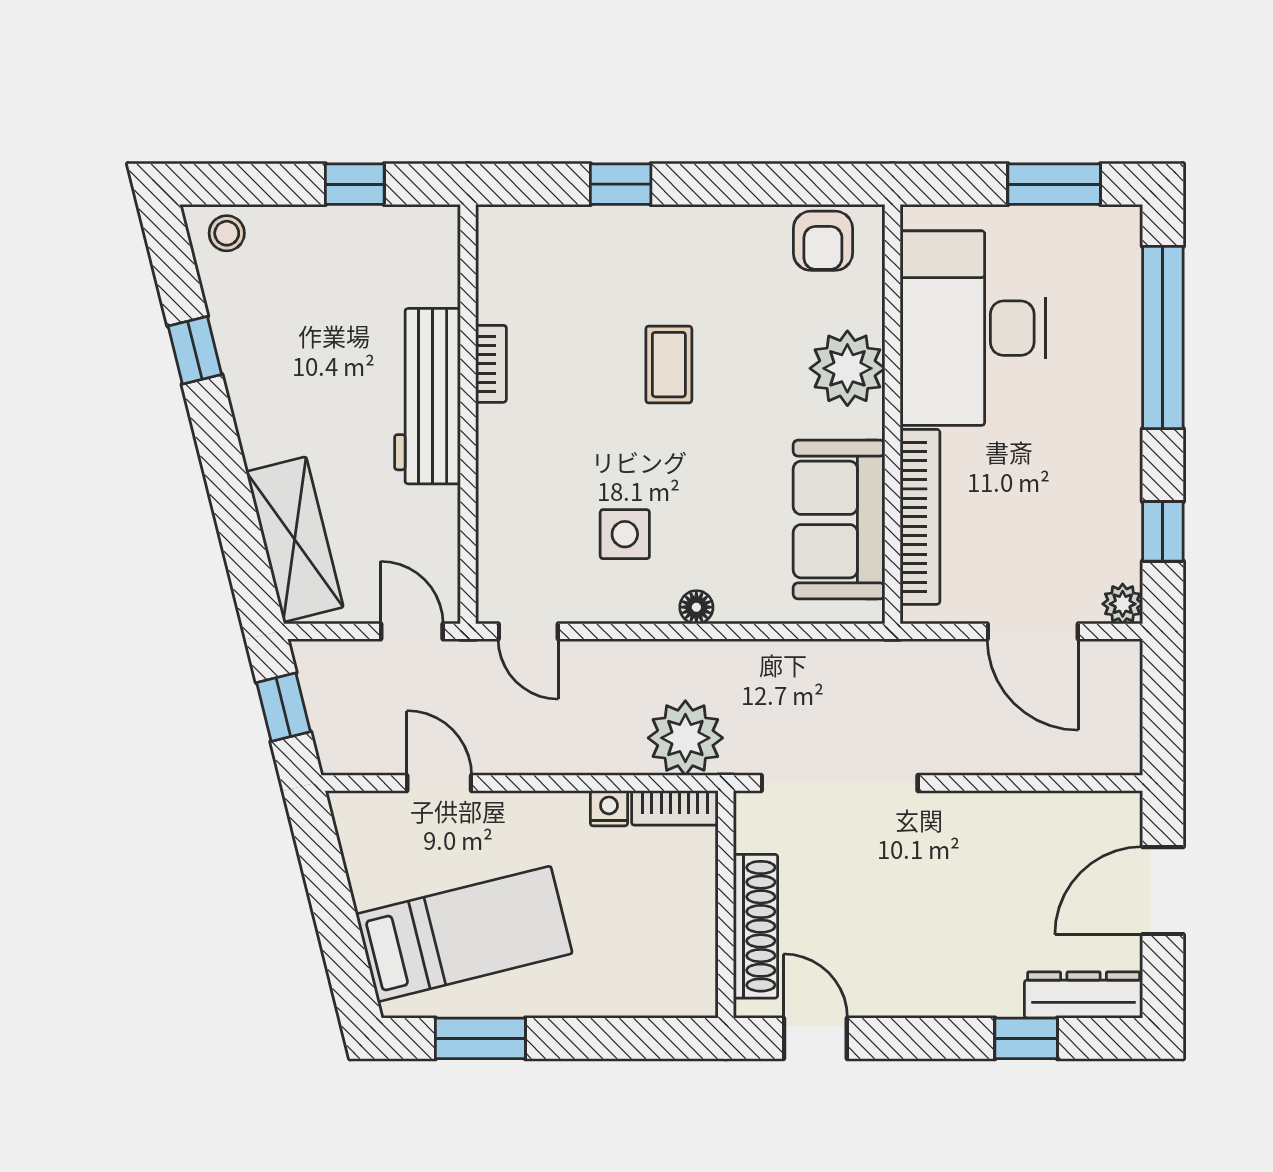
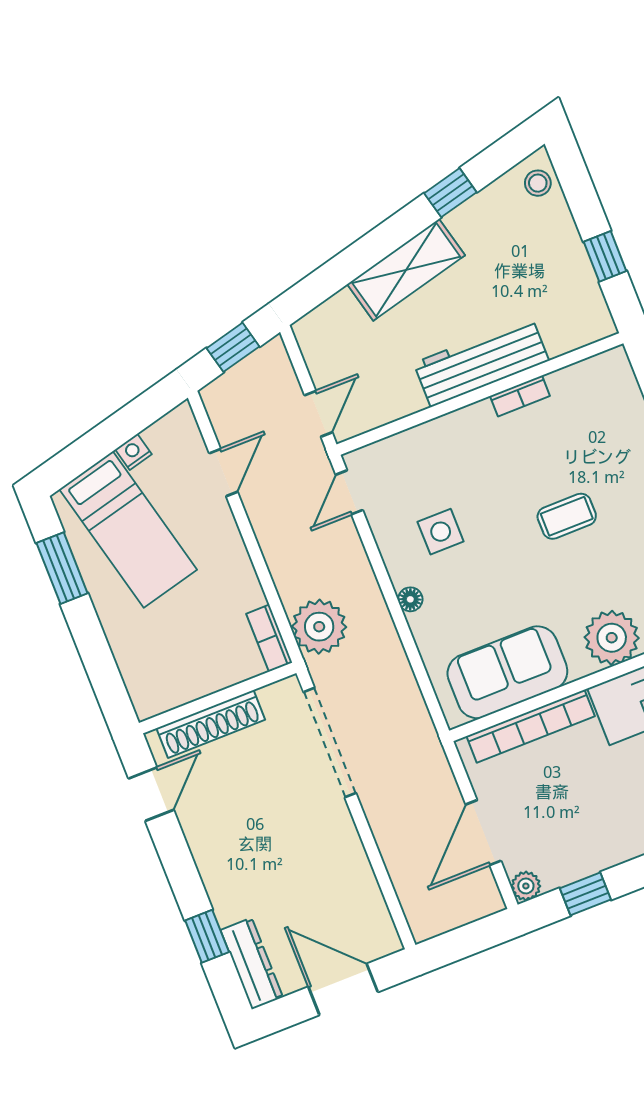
shelving: (295, 539) -> (406, 270), moved
nightstand: (609, 808) -> (133, 452), moved, turned -104

